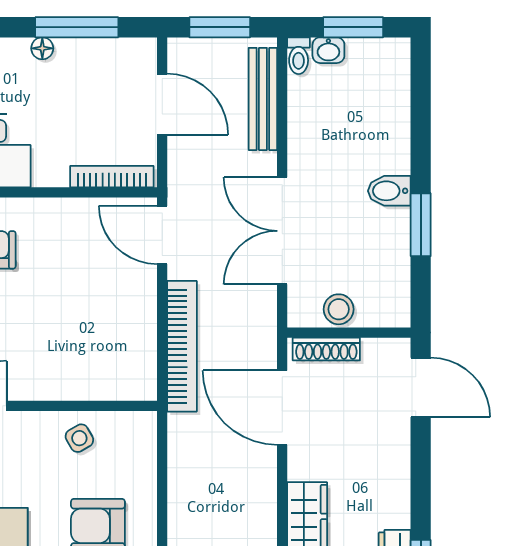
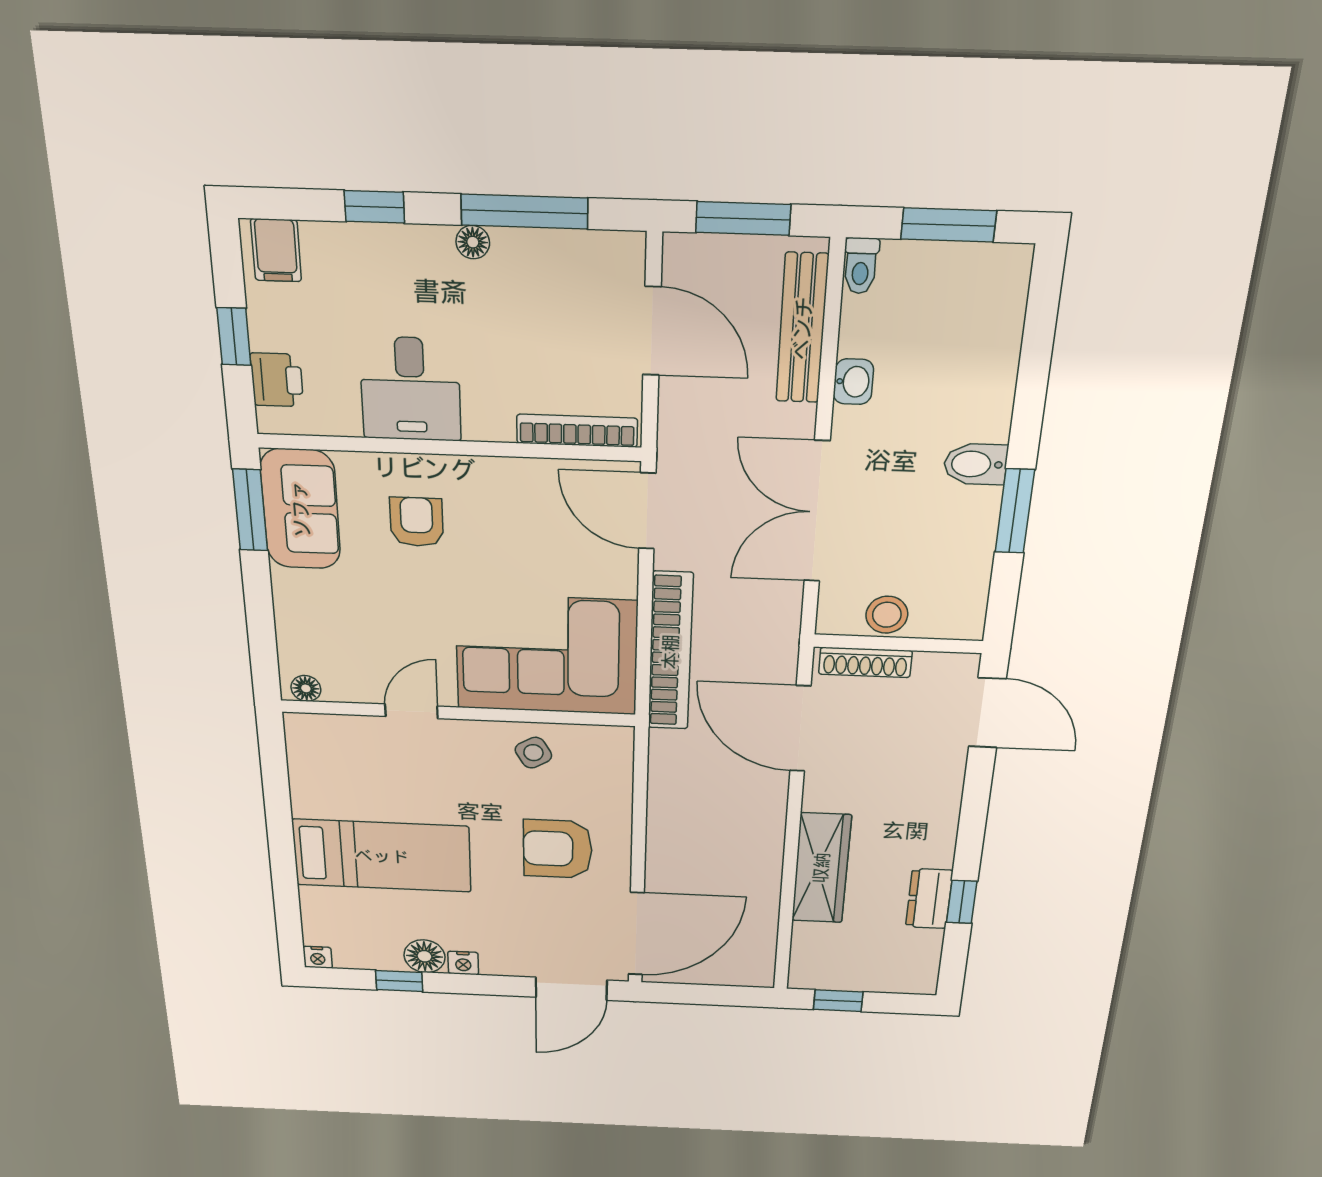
washbasin: (328, 50) -> (853, 382), moved, turned -90
corner sofa: (90, 353) -> (547, 655), added

